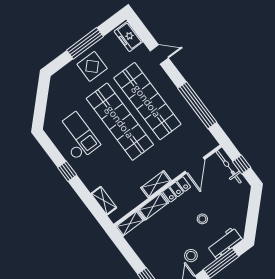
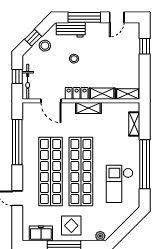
freezer: (128, 37) -> (41, 233), moved, turned -90
plant: (59, 77) -> (100, 236), added
door: (195, 165) -> (51, 101), swing flipped
window: (67, 171) -> (145, 164), width x3.17
window: (253, 210) -> (33, 38), added
stool: (191, 256) -> (45, 46), moved

